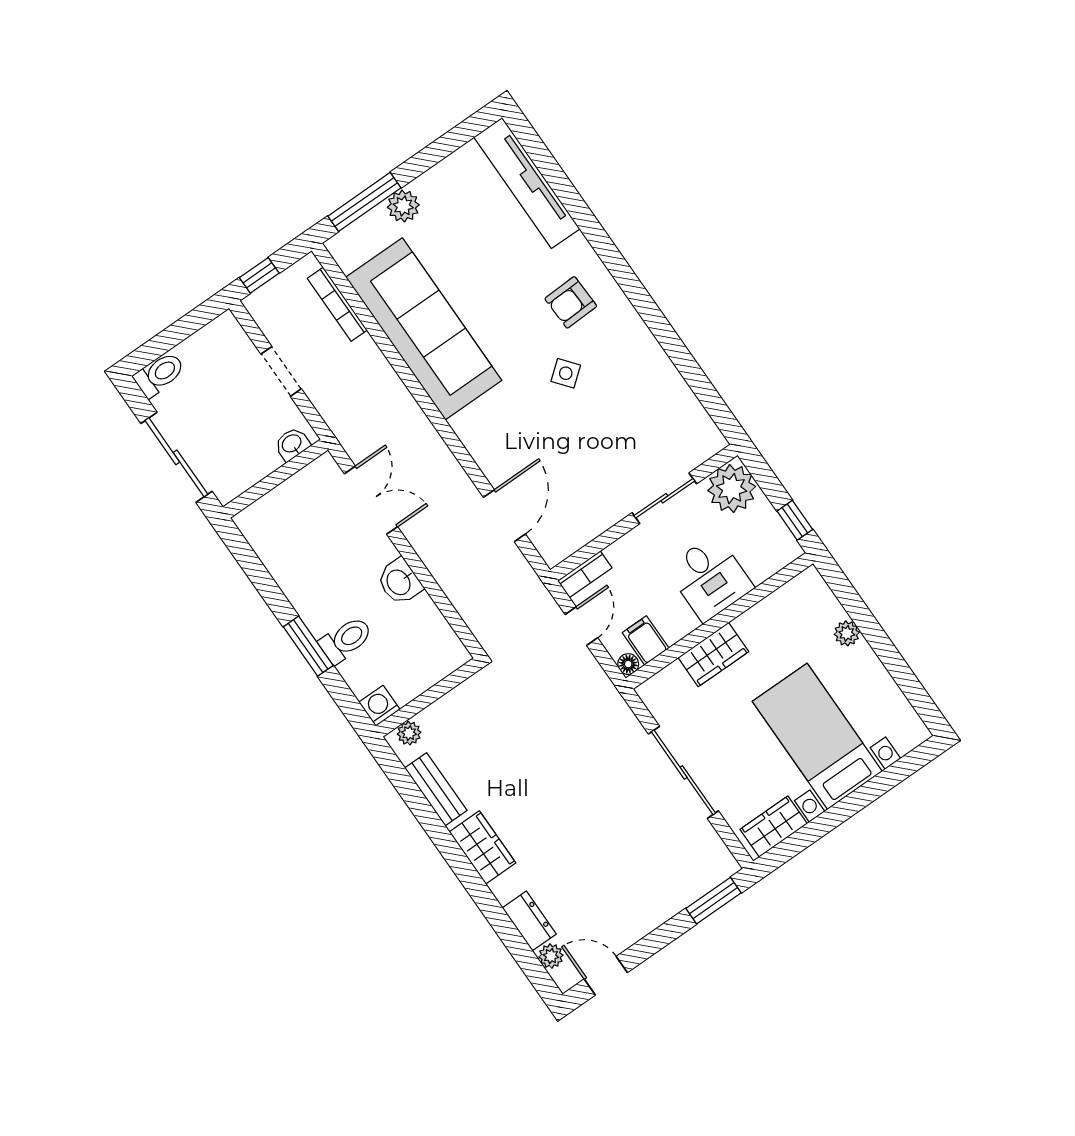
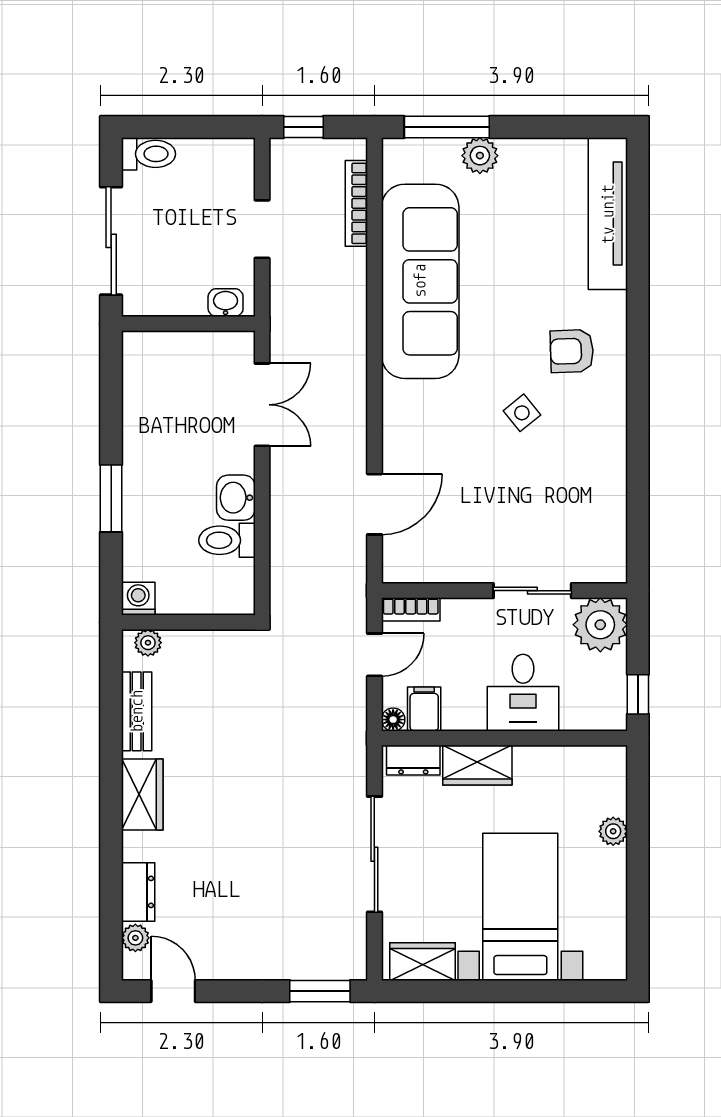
toilet: (346, 640) -> (227, 540), moved, turned 180
dresser: (664, 684) -> (413, 760), added

